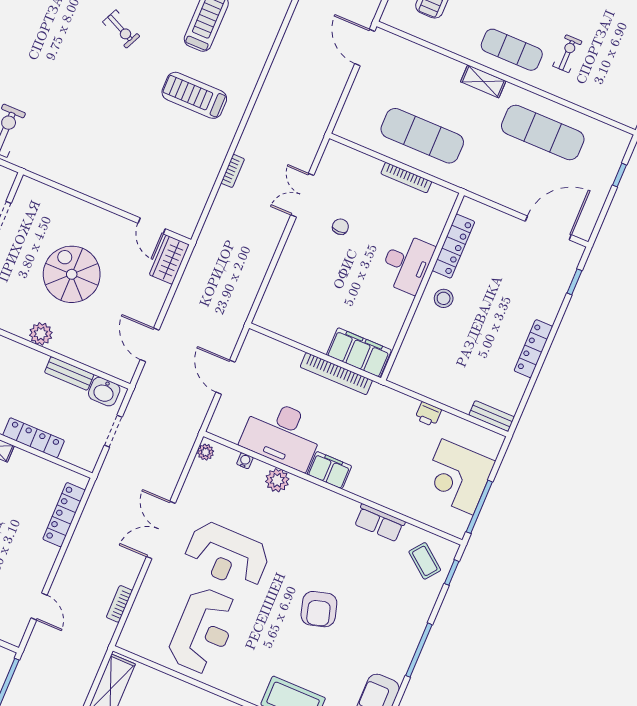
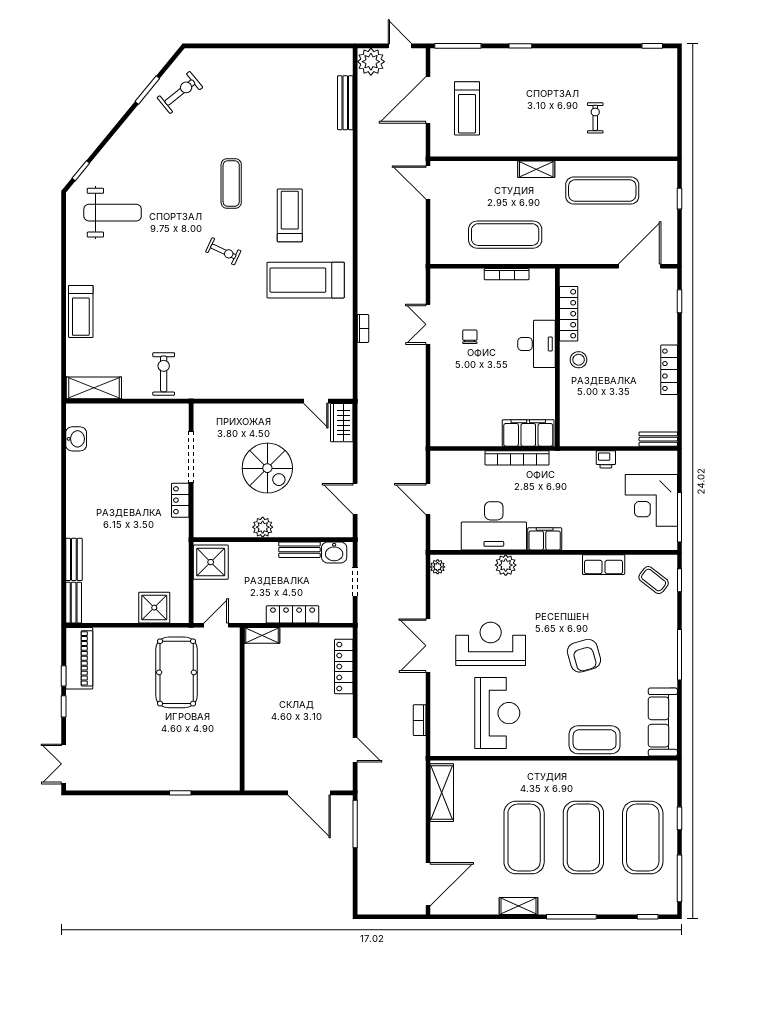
exercise mat: (512, 50) -> (549, 134), removed
treadmill: (194, 95) -> (306, 280), width x1.37, depth x1.37
spiral stairs: (72, 274) -> (267, 468), turned 180
water cooler: (245, 461) -> (473, 560), removed
reception desk: (227, 556) -> (491, 644), turned 180

